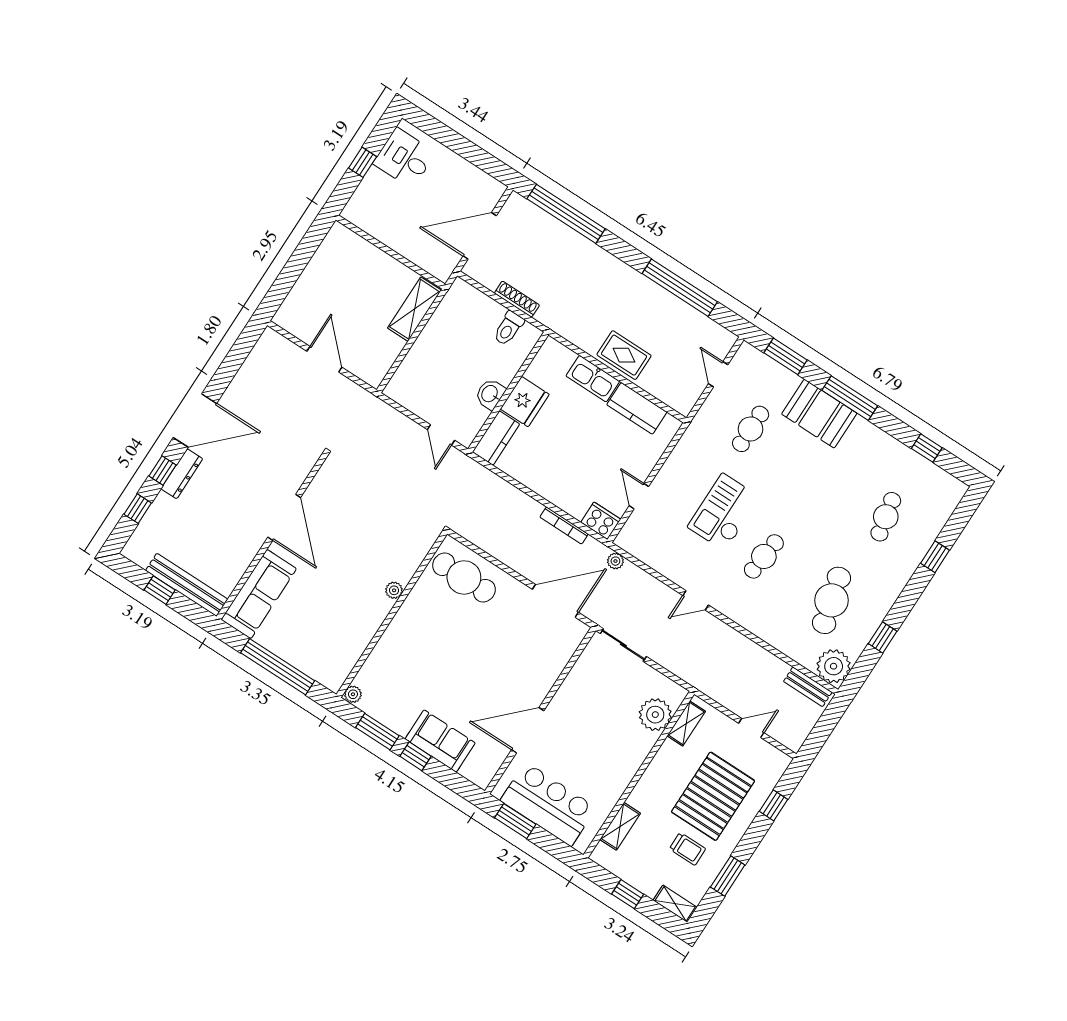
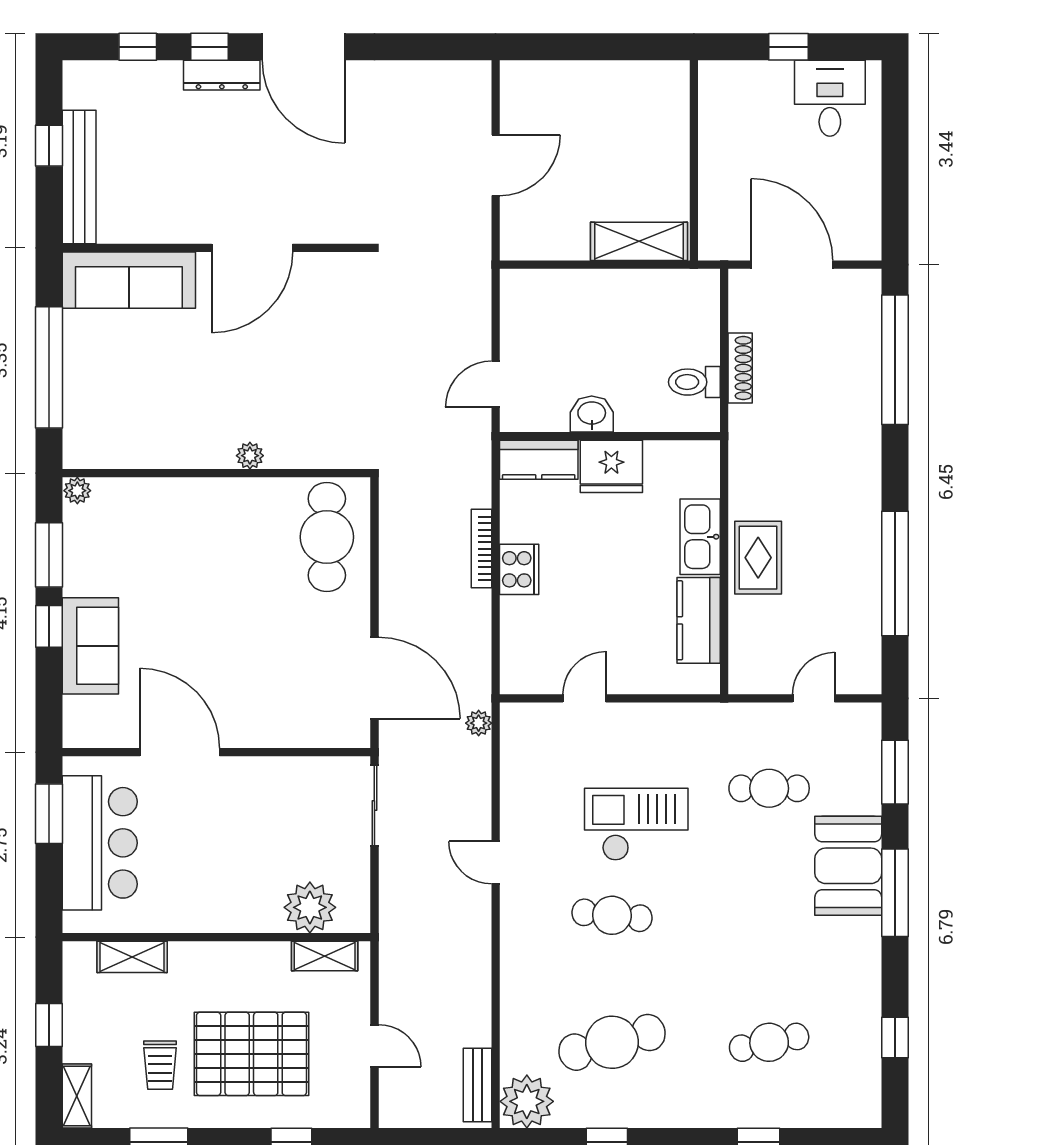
cooker: (601, 521) -> (519, 569), moved
bookcase: (564, 525) -> (481, 549), moved

